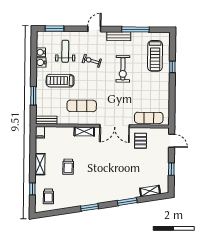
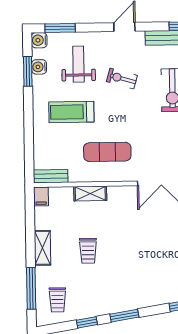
water cooler: (41, 62) -> (39, 40), moved
window: (33, 96) -> (28, 71), moved
shelving: (84, 131) -> (90, 193), moved
window: (32, 189) -> (31, 288), width x2.17
window: (66, 211) -> (87, 322), added

